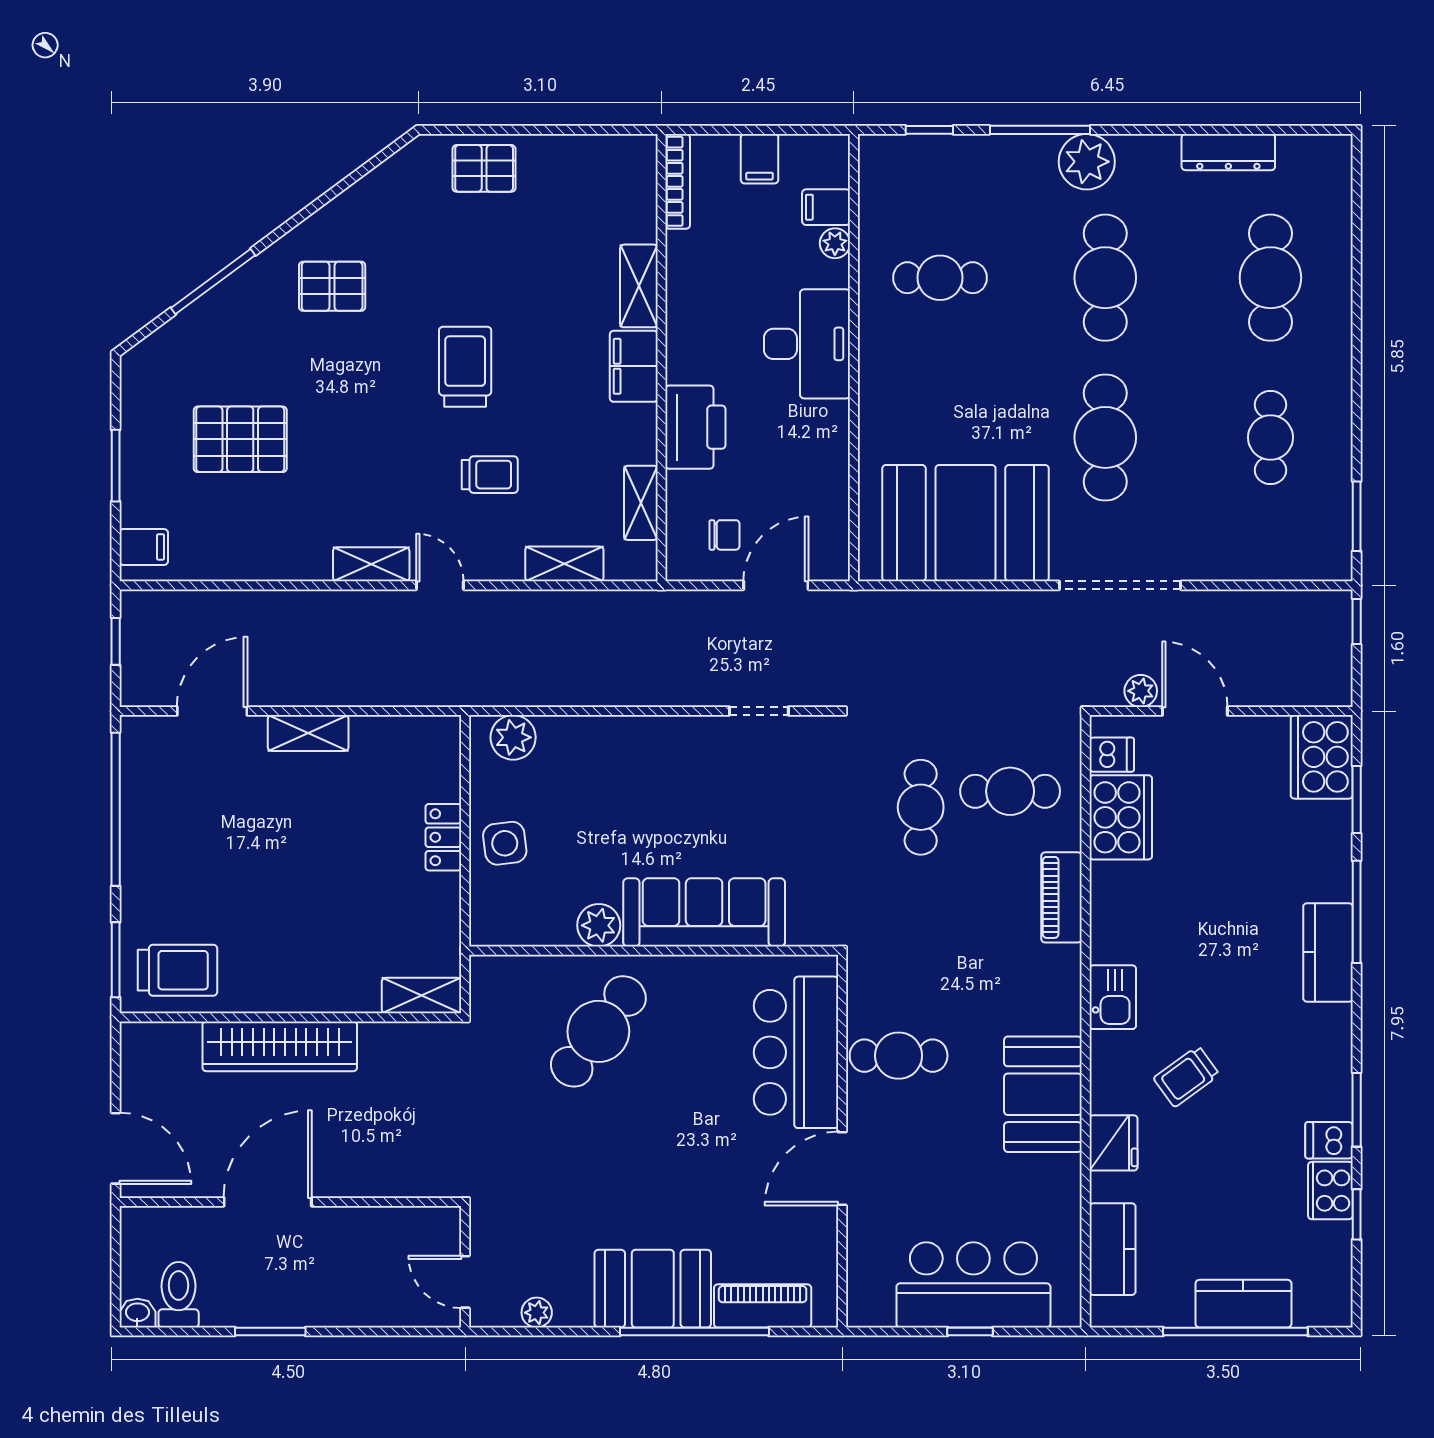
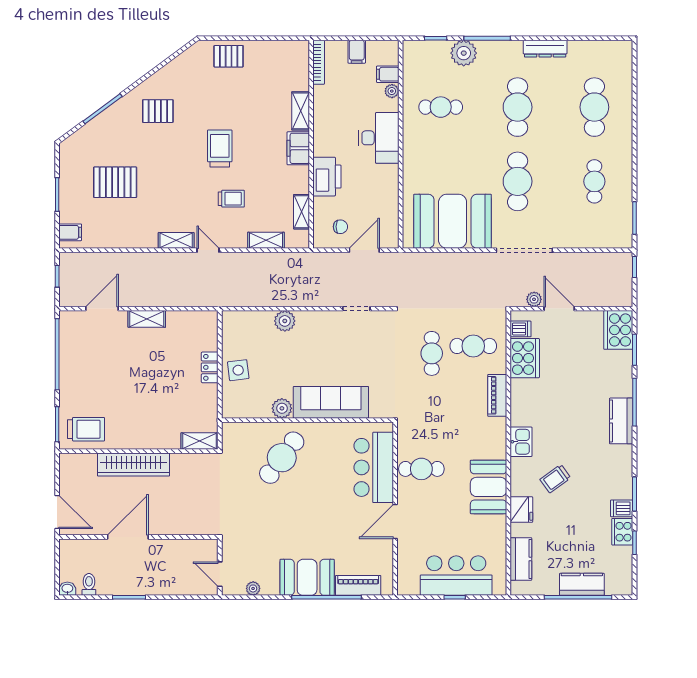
dresser: (1228, 152) -> (545, 49), moved
plant: (1087, 162) -> (464, 53), moved
plant: (513, 737) -> (285, 321), moved
toilet: (179, 1295) -> (89, 584), width x0.73, depth x0.72

